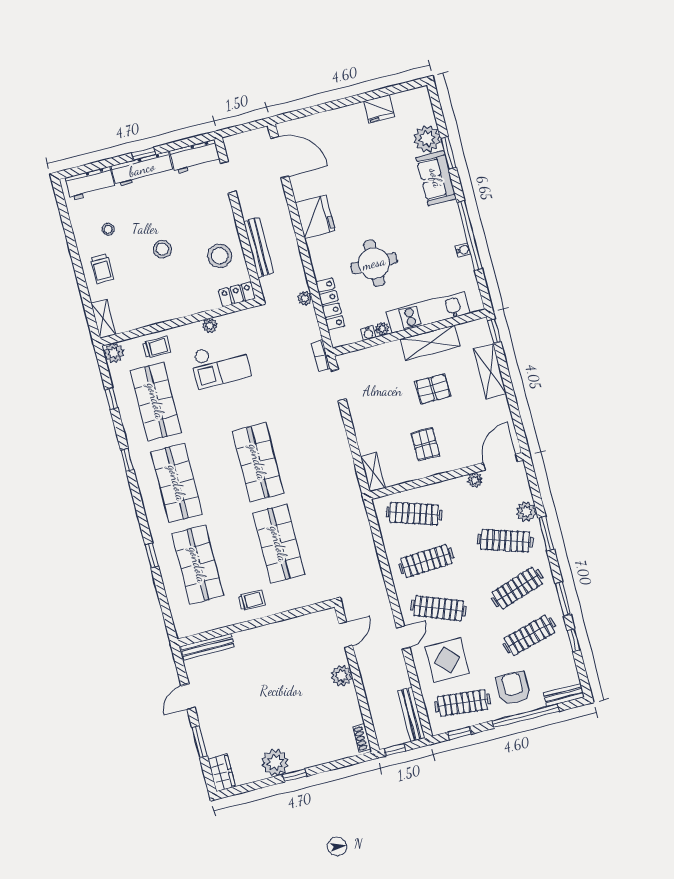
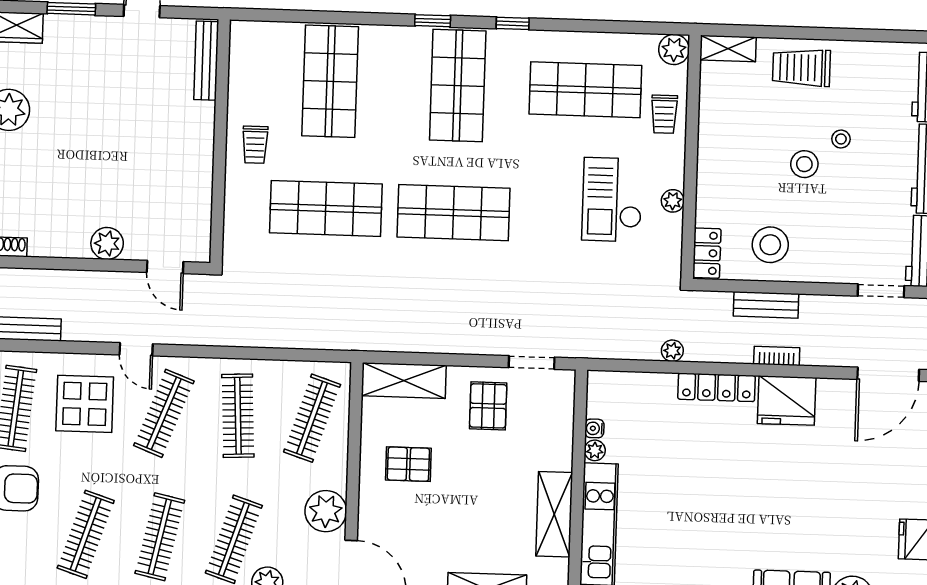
stool: (108, 229) -> (841, 139), moved
bench: (258, 247) -> (766, 305), width x0.73
round table: (374, 263) -> (694, 467), removed
trolley: (102, 269) -> (801, 68), width x1.36, depth x1.39
locker: (330, 304) -> (717, 387), moved
bookcase: (321, 356) -> (777, 356), moved
pallet: (433, 389) -> (488, 406), moved
window: (111, 399) -> (608, 27), removed
shelving: (373, 472) -> (404, 381), width x1.50, depth x1.33
plant: (475, 480) -> (326, 511), width x1.88, depth x1.88
shop shelf: (177, 483) -> (458, 86), turned 90
window: (152, 555) -> (433, 21), moved
shop shelf: (198, 565) -> (330, 81), turned 90
clothes rail: (517, 588) -> (160, 537), turned 30
clothes rail: (529, 635) -> (86, 534), turned 33

